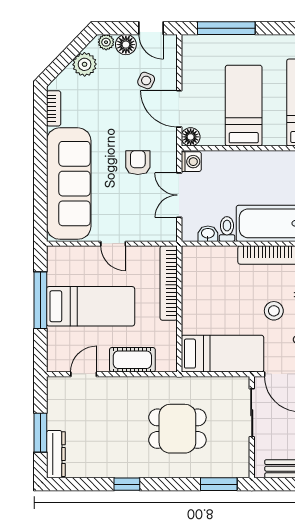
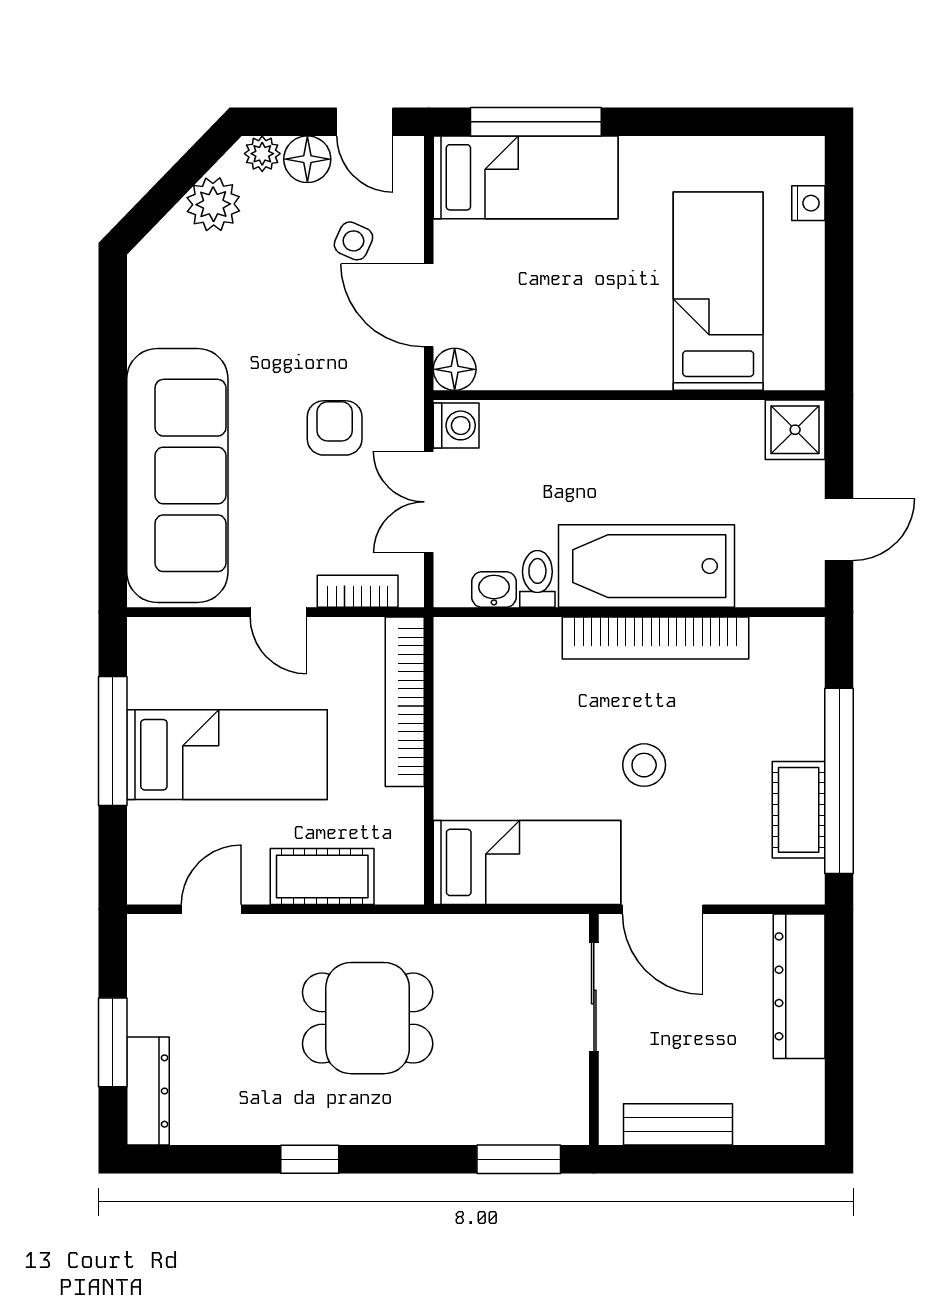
bed: (244, 106) -> (526, 177), moved, turned 90
bookcase: (54, 108) -> (358, 591), moved, turned -90
dining table: (177, 429) -> (368, 1018), moved

